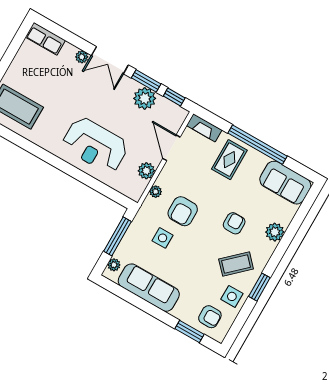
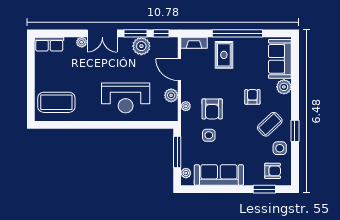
sofa: (285, 183) -> (280, 59), moved, turned 90

